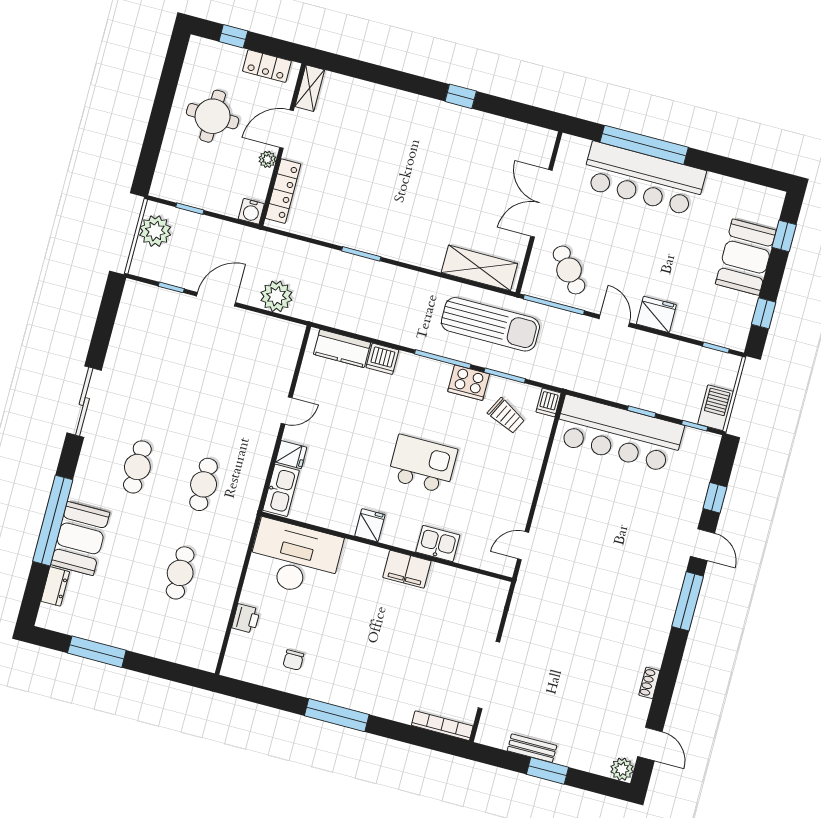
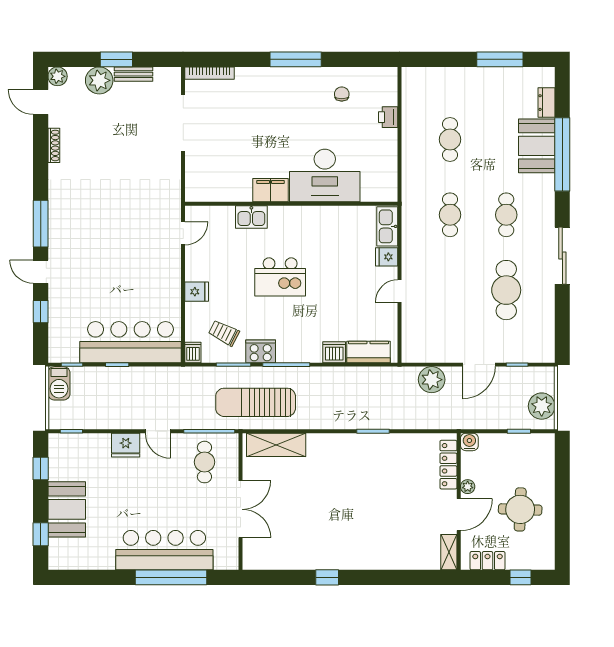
cafe table: (569, 270) -> (204, 462), turned 39
cafe table: (161, 378) -> (506, 290), added
fridge: (370, 525) -> (197, 292), moved, turned -90
desk: (295, 558) -> (325, 175), moved
shoe rack: (649, 683) -> (54, 145), width x1.43
plant: (574, 751) -> (99, 80), added

